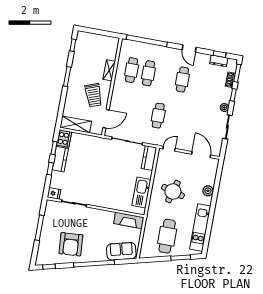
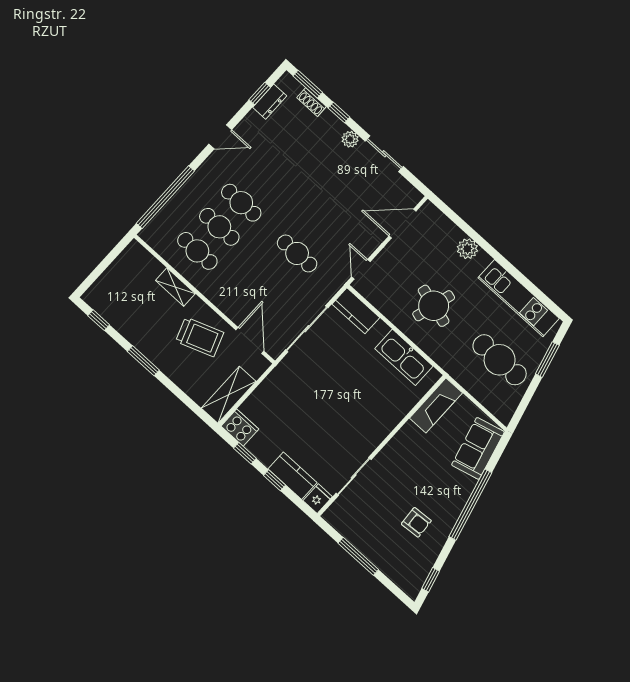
cafe table: (182, 79) -> (241, 203), moved
kitchen counter: (60, 159) -> (293, 476), moved
armchair: (71, 244) -> (416, 522), width x0.53, depth x0.53

